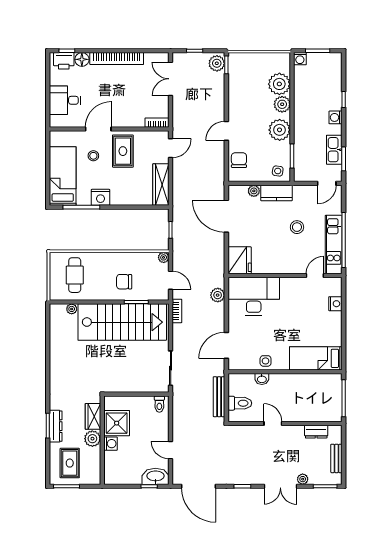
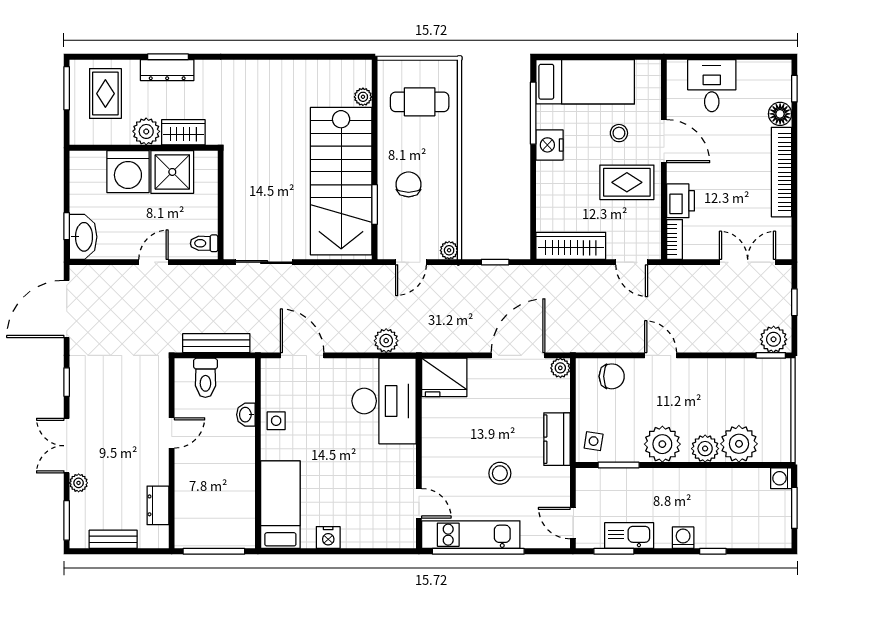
printer: (64, 61) -> (681, 201), moved, turned 180
plant: (254, 191) -> (560, 368), moved
nightstand: (335, 304) -> (328, 538), moved
bookcase: (177, 311) -> (360, 273), removed
washing machine: (111, 444) -> (128, 172), width x1.89, depth x1.89
door: (171, 450) -> (154, 262), moved
rug: (70, 463) -> (105, 94), turned 90

